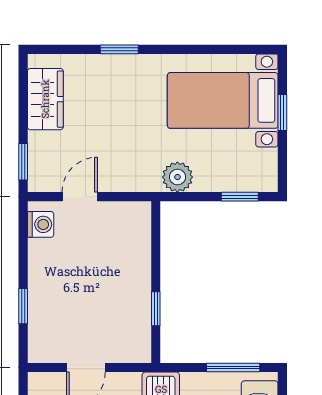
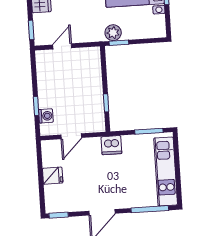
window: (240, 197) -> (119, 43), moved
washing machine: (41, 224) -> (46, 116), moved

